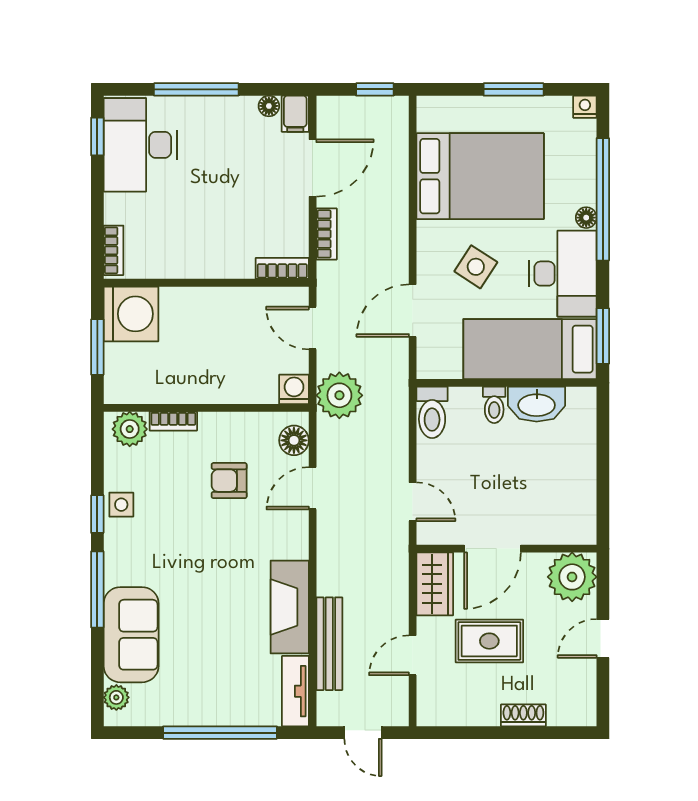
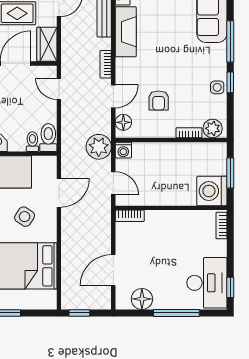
floor lamp: (269, 106) -> (142, 299), width x1.89, depth x1.89
filing cabinet: (295, 114) -> (123, 300), removed
bookcase: (327, 234) -> (106, 64), moved
toilet: (494, 405) -> (32, 142), moved
armchair: (229, 481) -> (159, 100), turned 90

